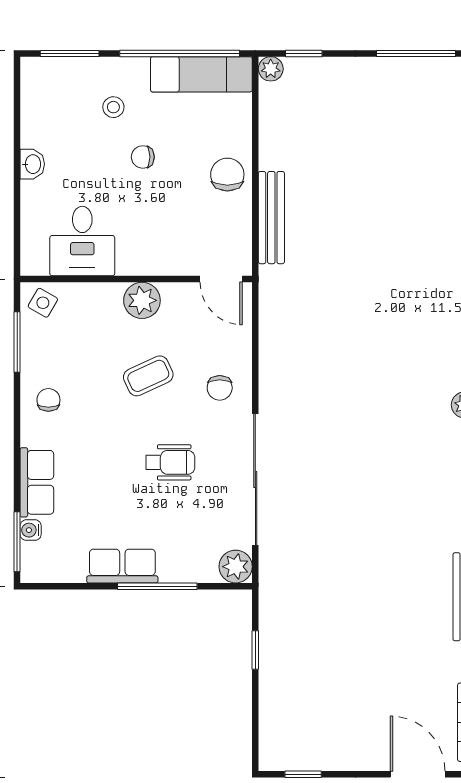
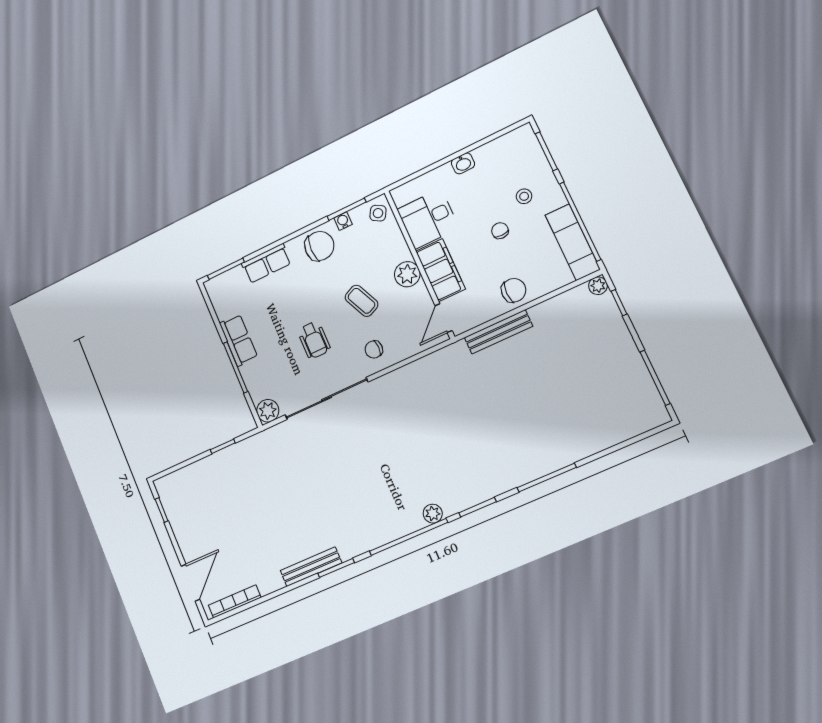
filing cabinet: (157, 255) -> (440, 270), added
chair: (48, 400) -> (319, 246), width x1.87, depth x1.87
water cooler: (31, 530) -> (343, 221), moved

